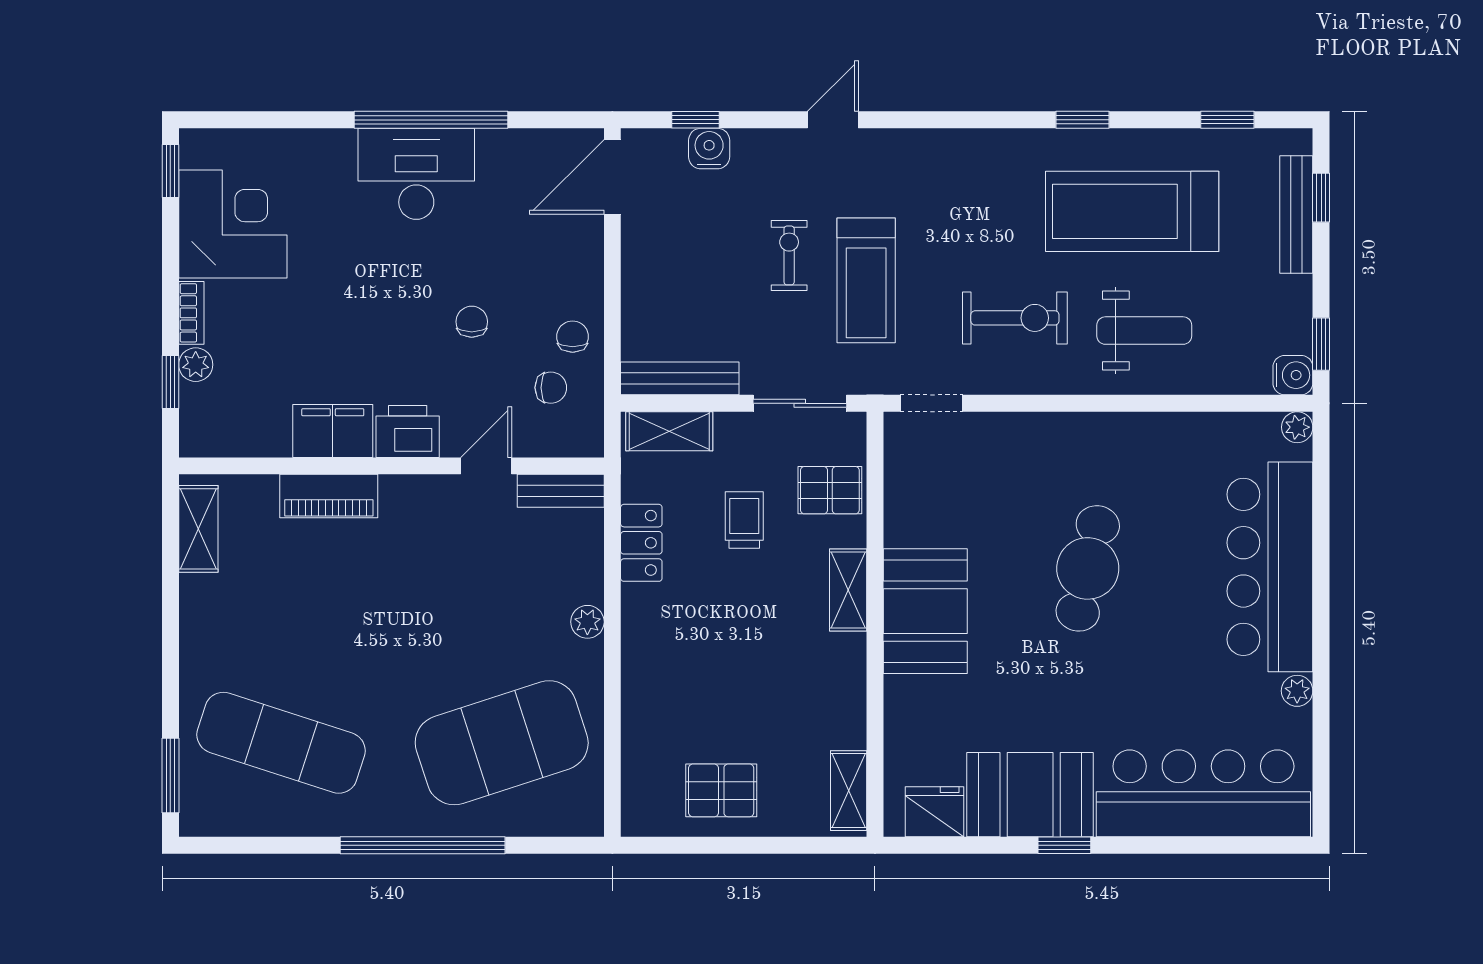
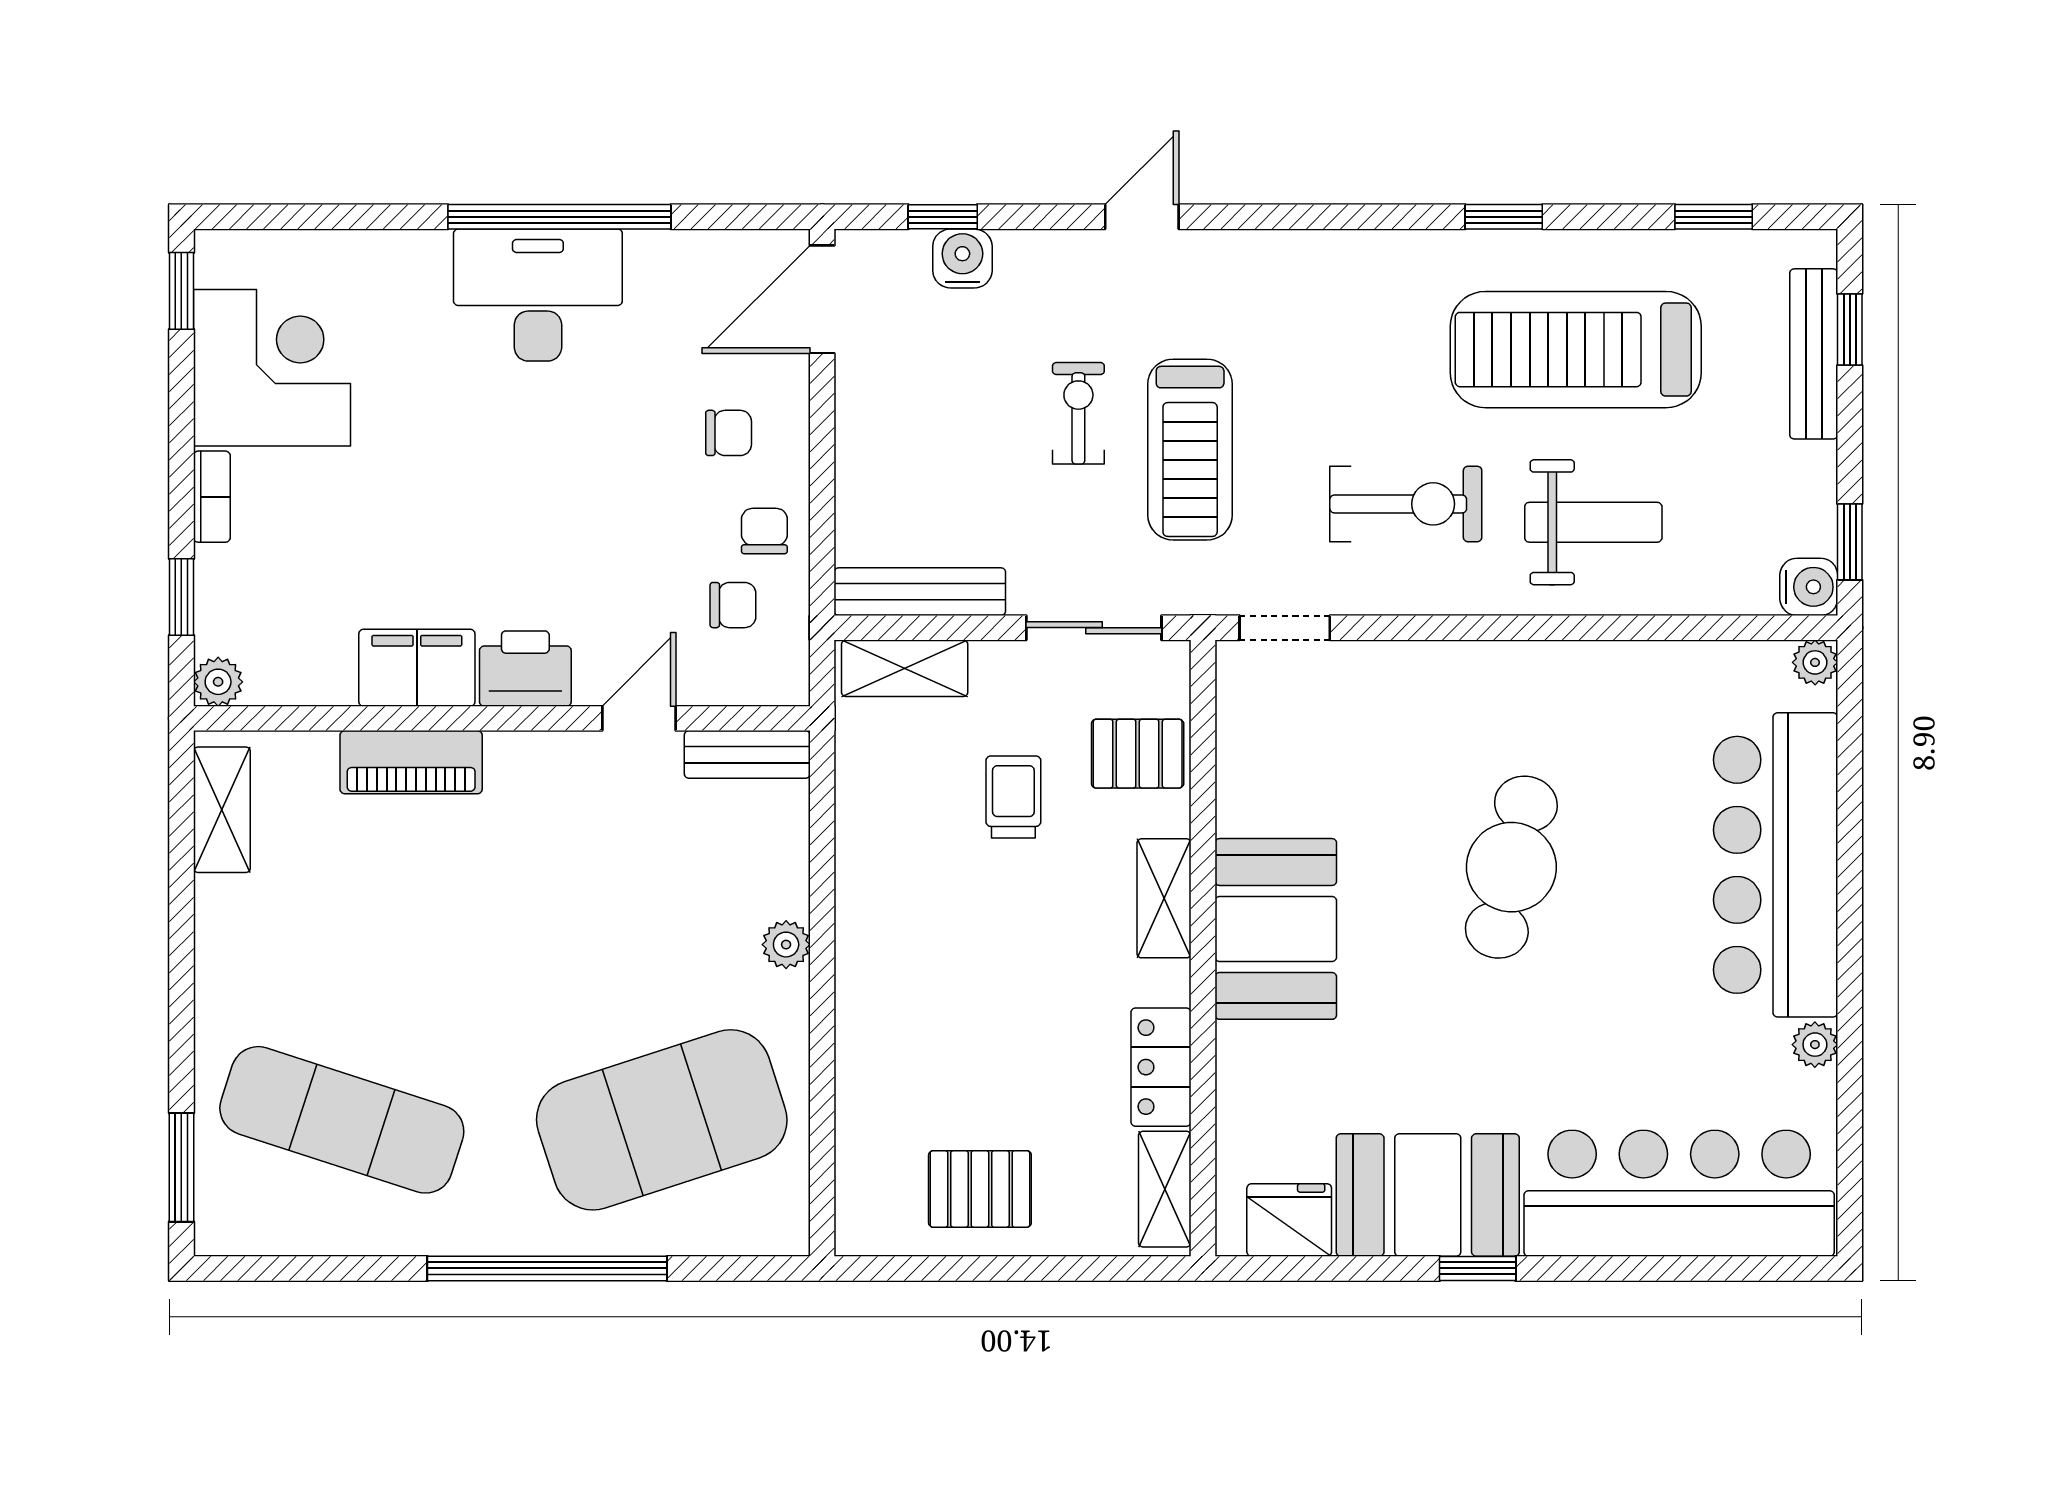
chair: (472, 322) -> (729, 433), moved, turned 90
plant: (196, 365) -> (218, 682), moved
locker: (641, 543) -> (1161, 1067), moved, turned 180

